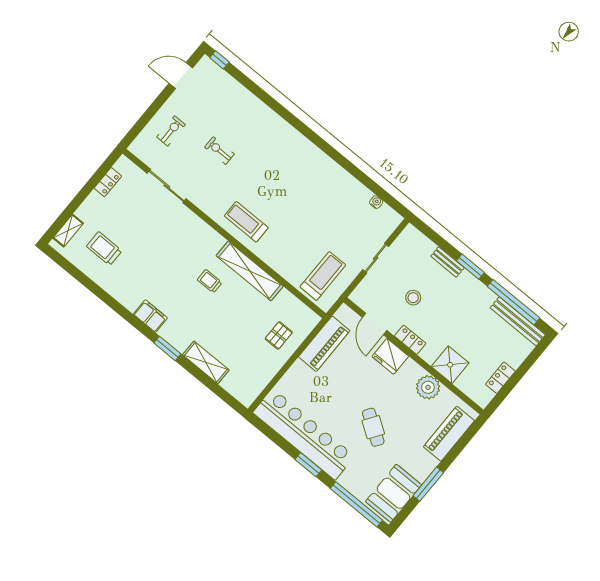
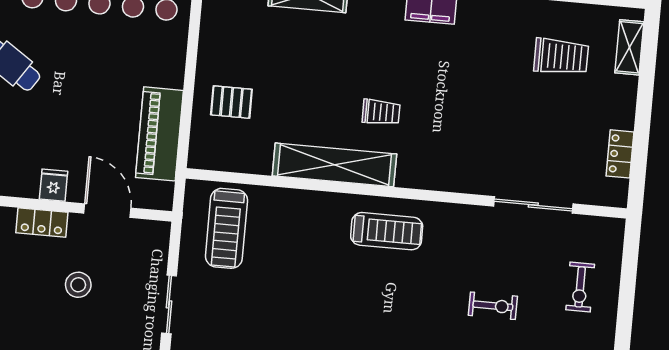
pallet: (279, 335) -> (231, 102), turned 90
fridge: (390, 356) -> (54, 185), width x0.53, depth x0.75

